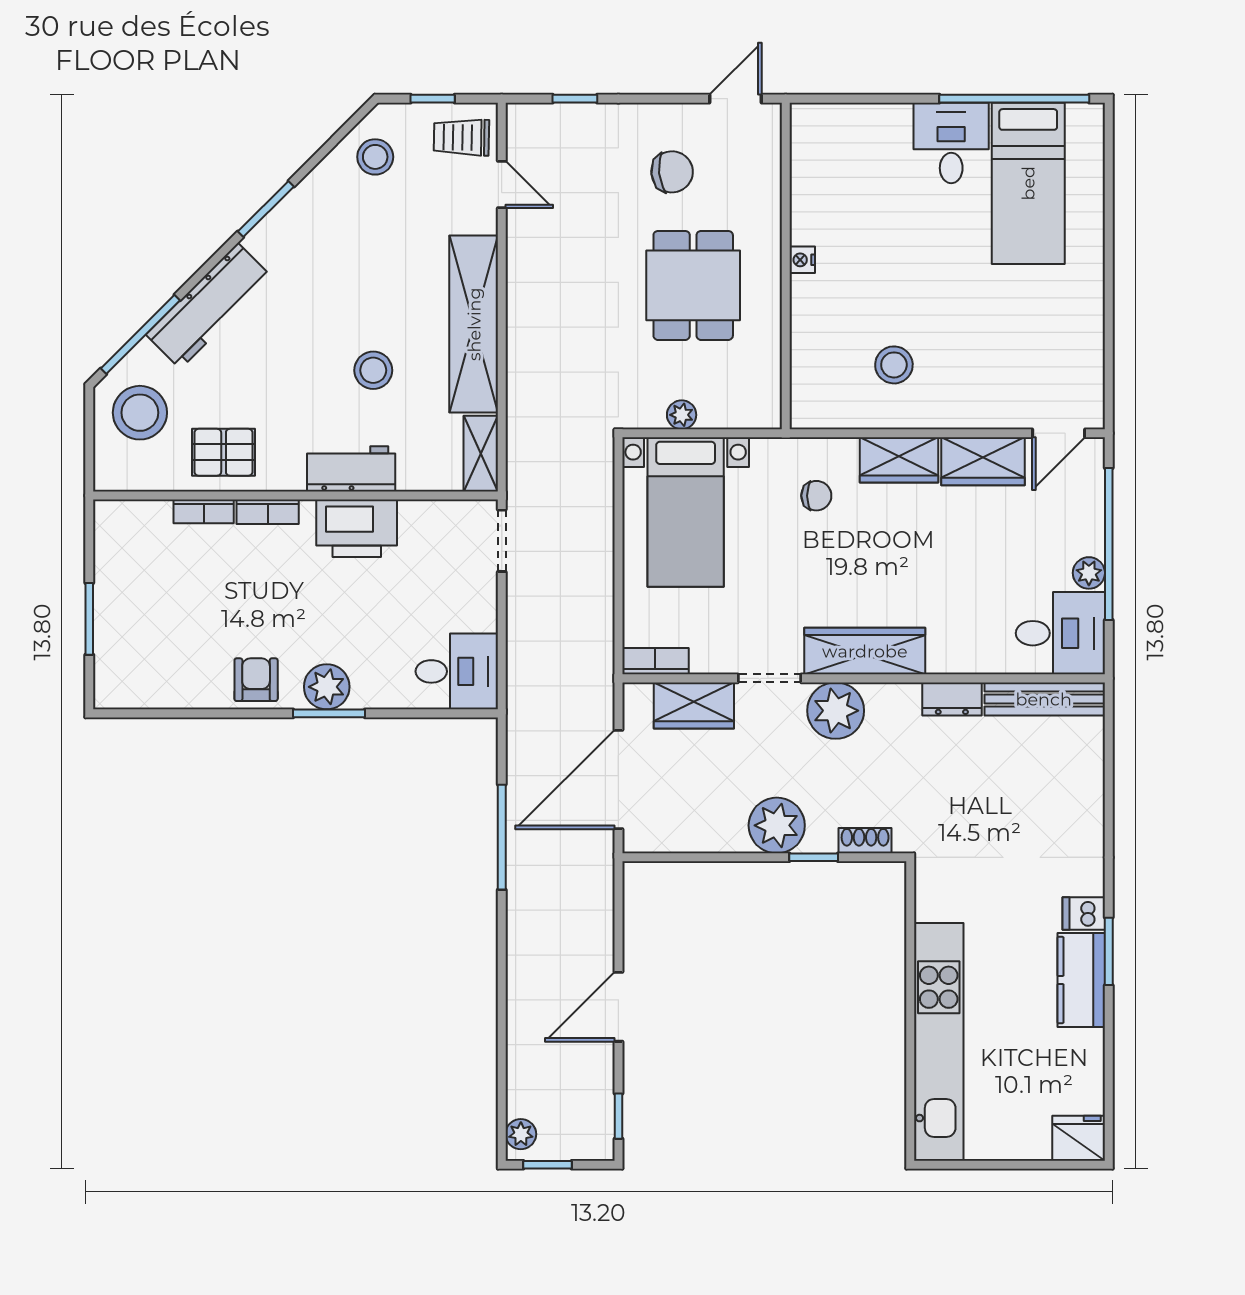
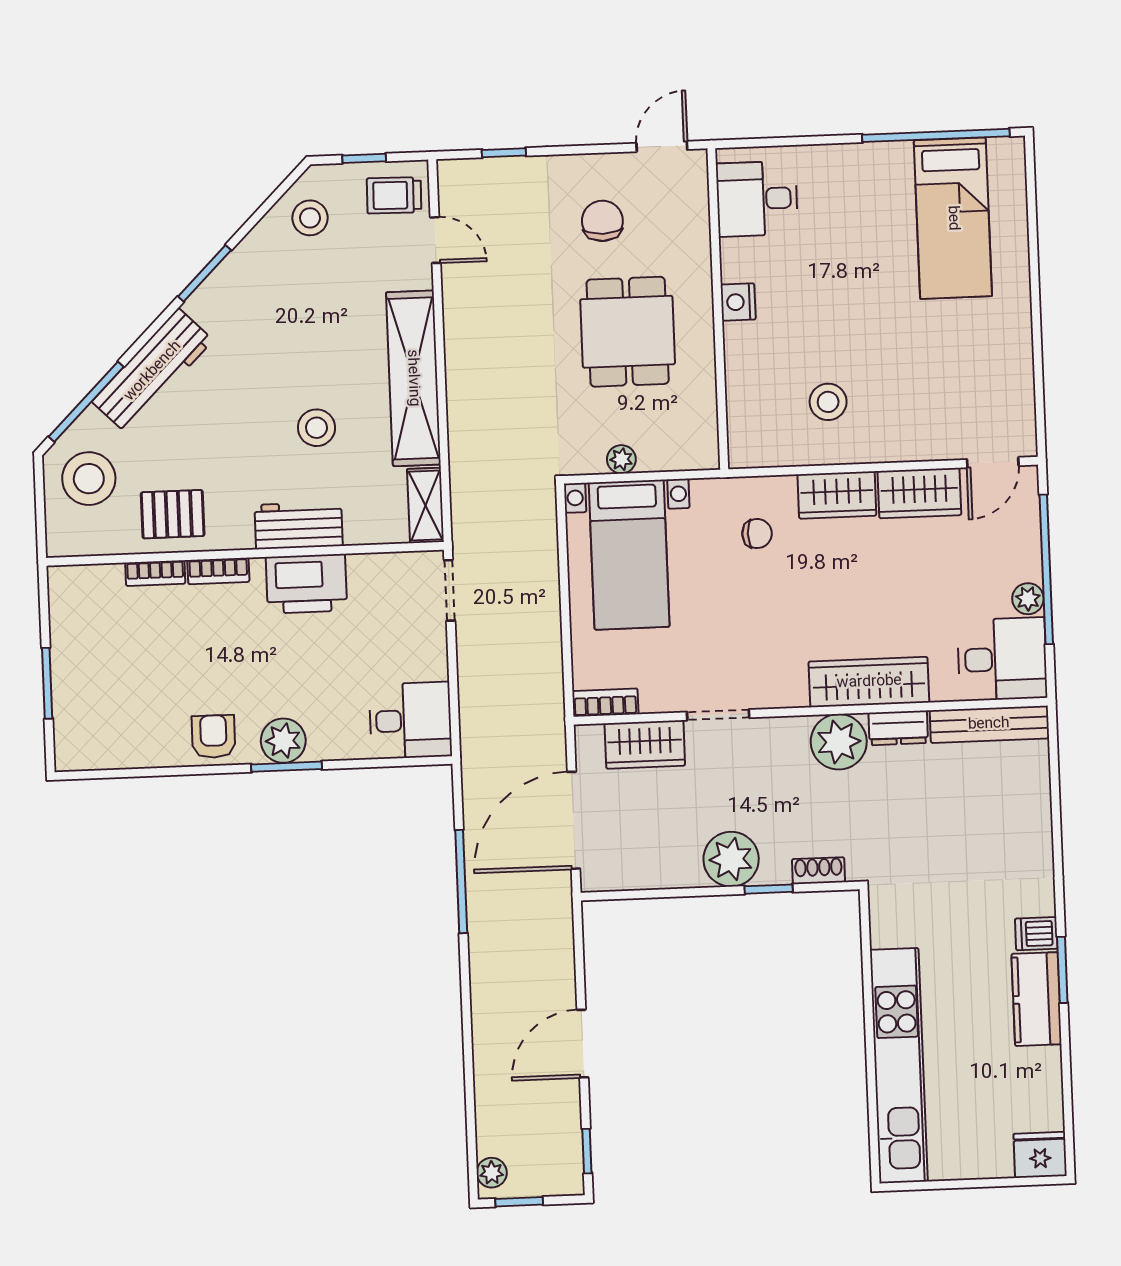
desk: (951, 143) -> (757, 199), moved, turned -90
chair: (672, 172) -> (602, 221), turned -84
nightstand: (802, 260) -> (738, 302), width x1.39, depth x1.35
wardrobe: (865, 651) -> (869, 682), moved
plant: (836, 711) -> (839, 742), moved

